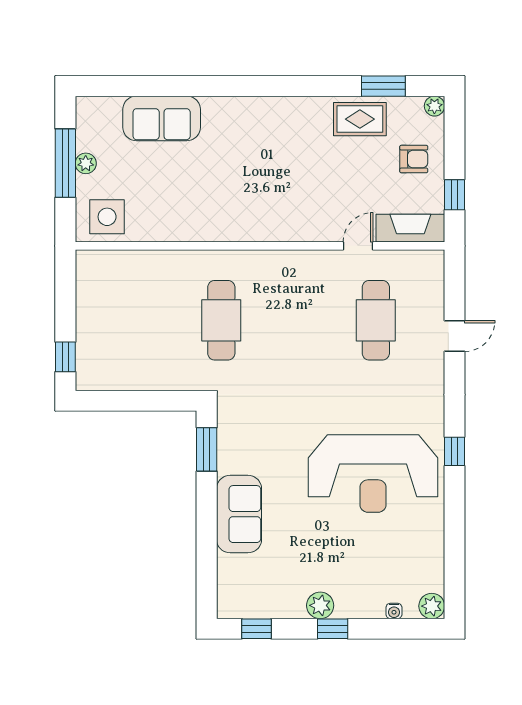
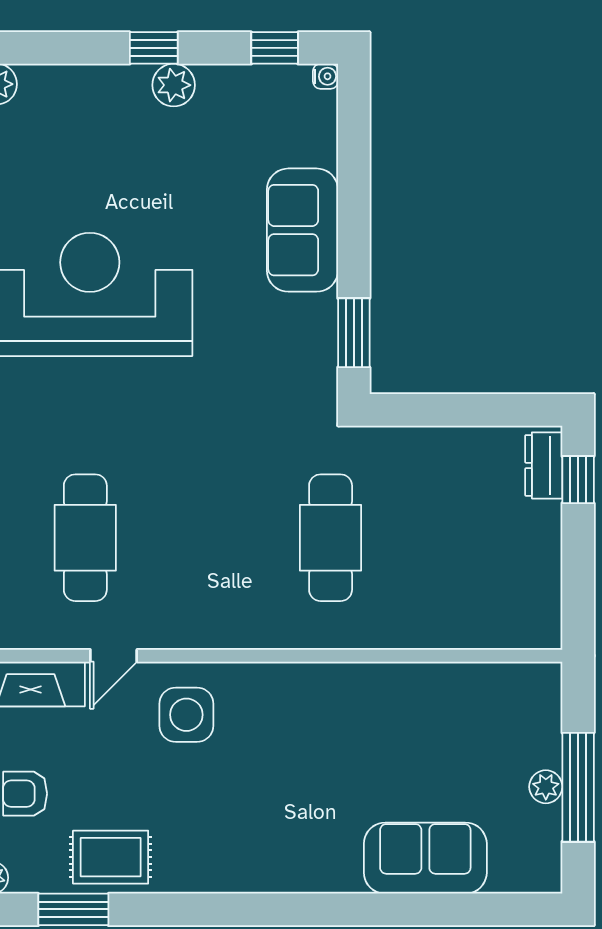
side table: (107, 217) -> (186, 715), moved
dresser: (87, 366) -> (544, 465), added
water cooler: (394, 611) -> (326, 76), moved, turned 90

